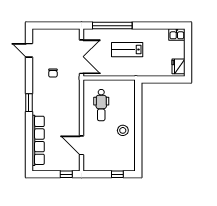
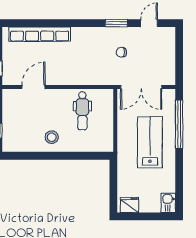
lab bench: (127, 50) -> (150, 142), width x1.36, depth x1.39
window: (29, 103) -> (116, 23), moved
dental chair: (101, 105) -> (82, 111), turned -90

